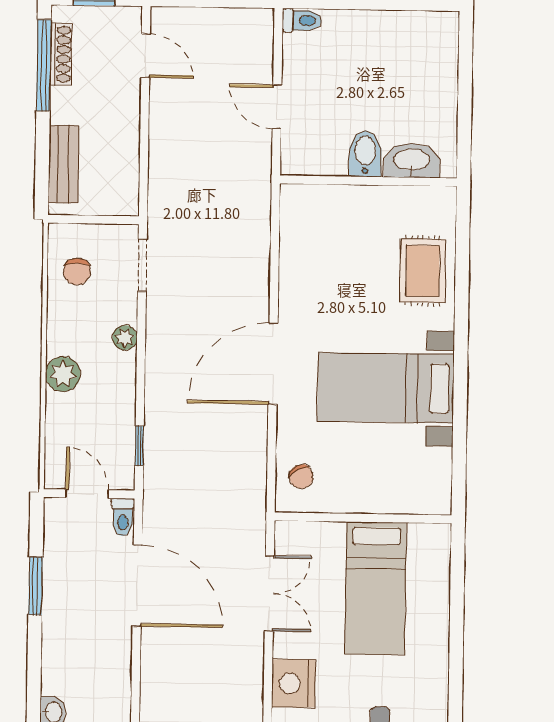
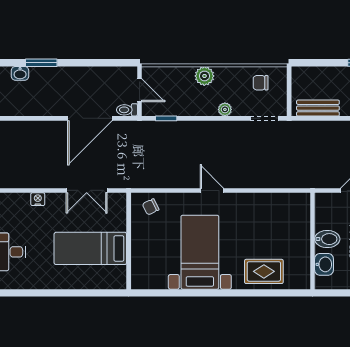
washbasin: (412, 161) -> (324, 264), width x0.72
bench: (64, 164) -> (318, 108), moved
door: (273, 364) -> (212, 190), width x0.53
door: (87, 494) -> (139, 90), hinge flipped
window: (35, 586) -> (41, 63), moved
nightstand: (293, 683) -> (38, 199), width x0.53, depth x0.56

